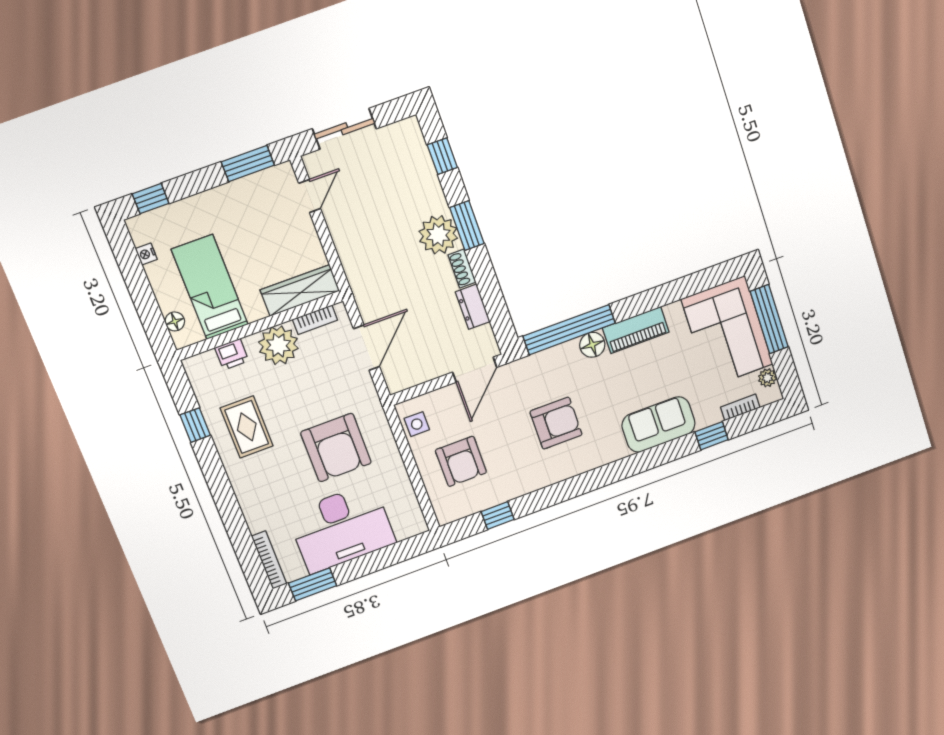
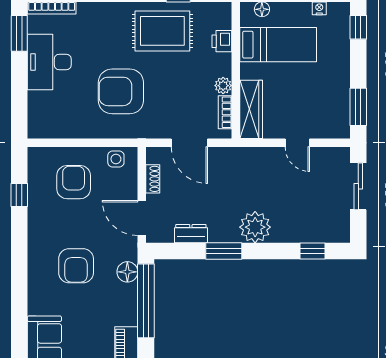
door: (310, 196) -> (297, 143), moved
window: (467, 226) -> (224, 251), moved
shoe rack: (462, 268) -> (153, 179), moved, turned 90
plant: (278, 345) -> (223, 86), width x0.53, depth x0.53
floor lamp: (592, 345) -> (127, 272), moved
rug: (247, 427) -> (162, 31), width x1.36, depth x1.43
armchair: (461, 461) -> (74, 182), turned 90
desk: (342, 528) -> (49, 62), width x0.73, depth x0.77

